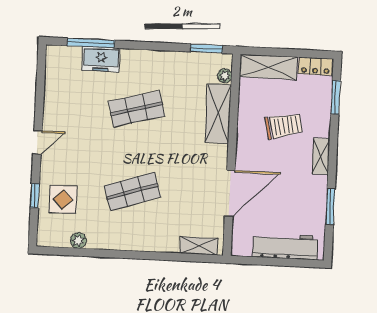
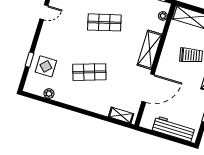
shelving: (218, 114) -> (150, 50), moved
door: (38, 142) -> (44, 12), moved

